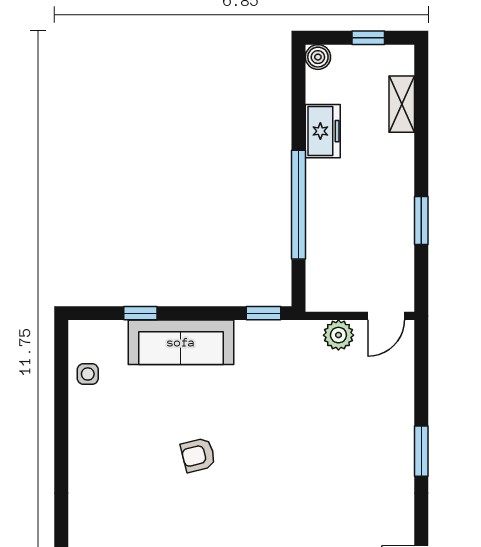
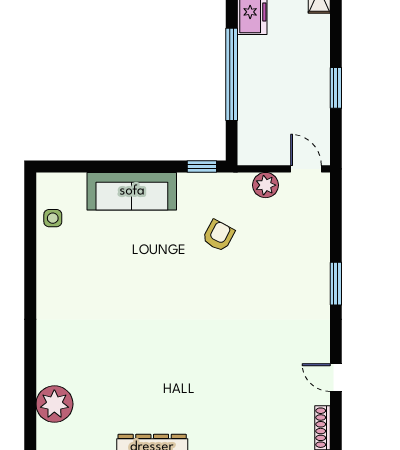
window: (140, 313) -> (97, 167), removed
door: (386, 316) -> (306, 169), swing flipped
armchair: (198, 455) -> (219, 236), moved, turned 132

